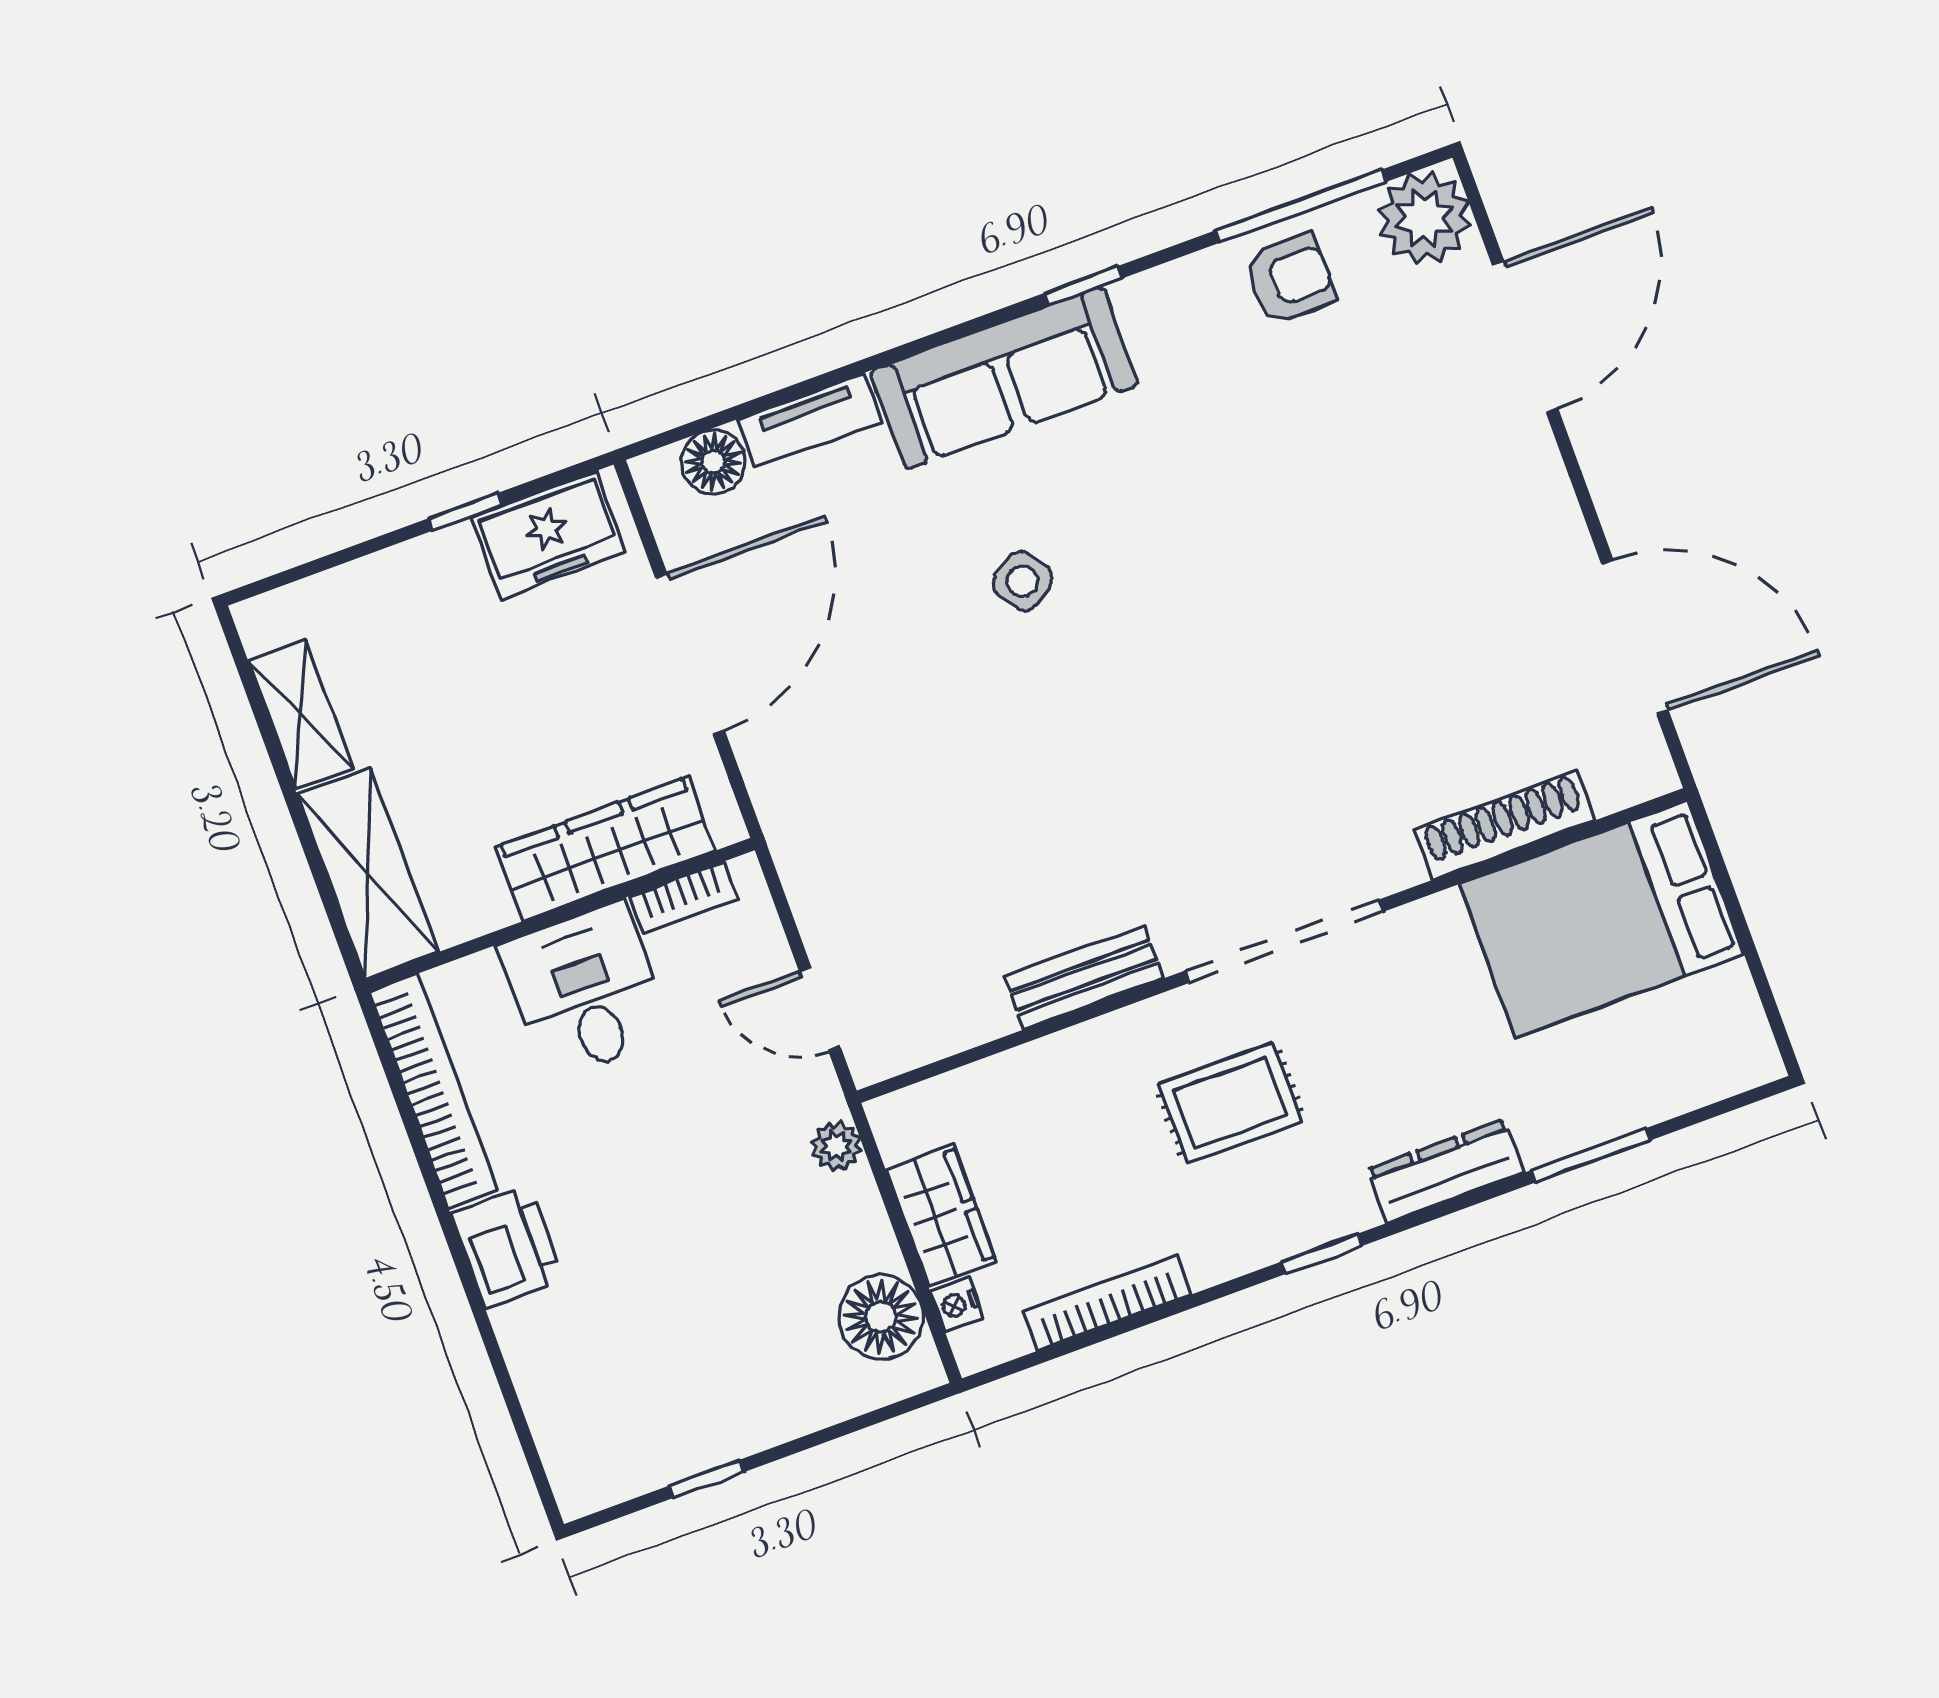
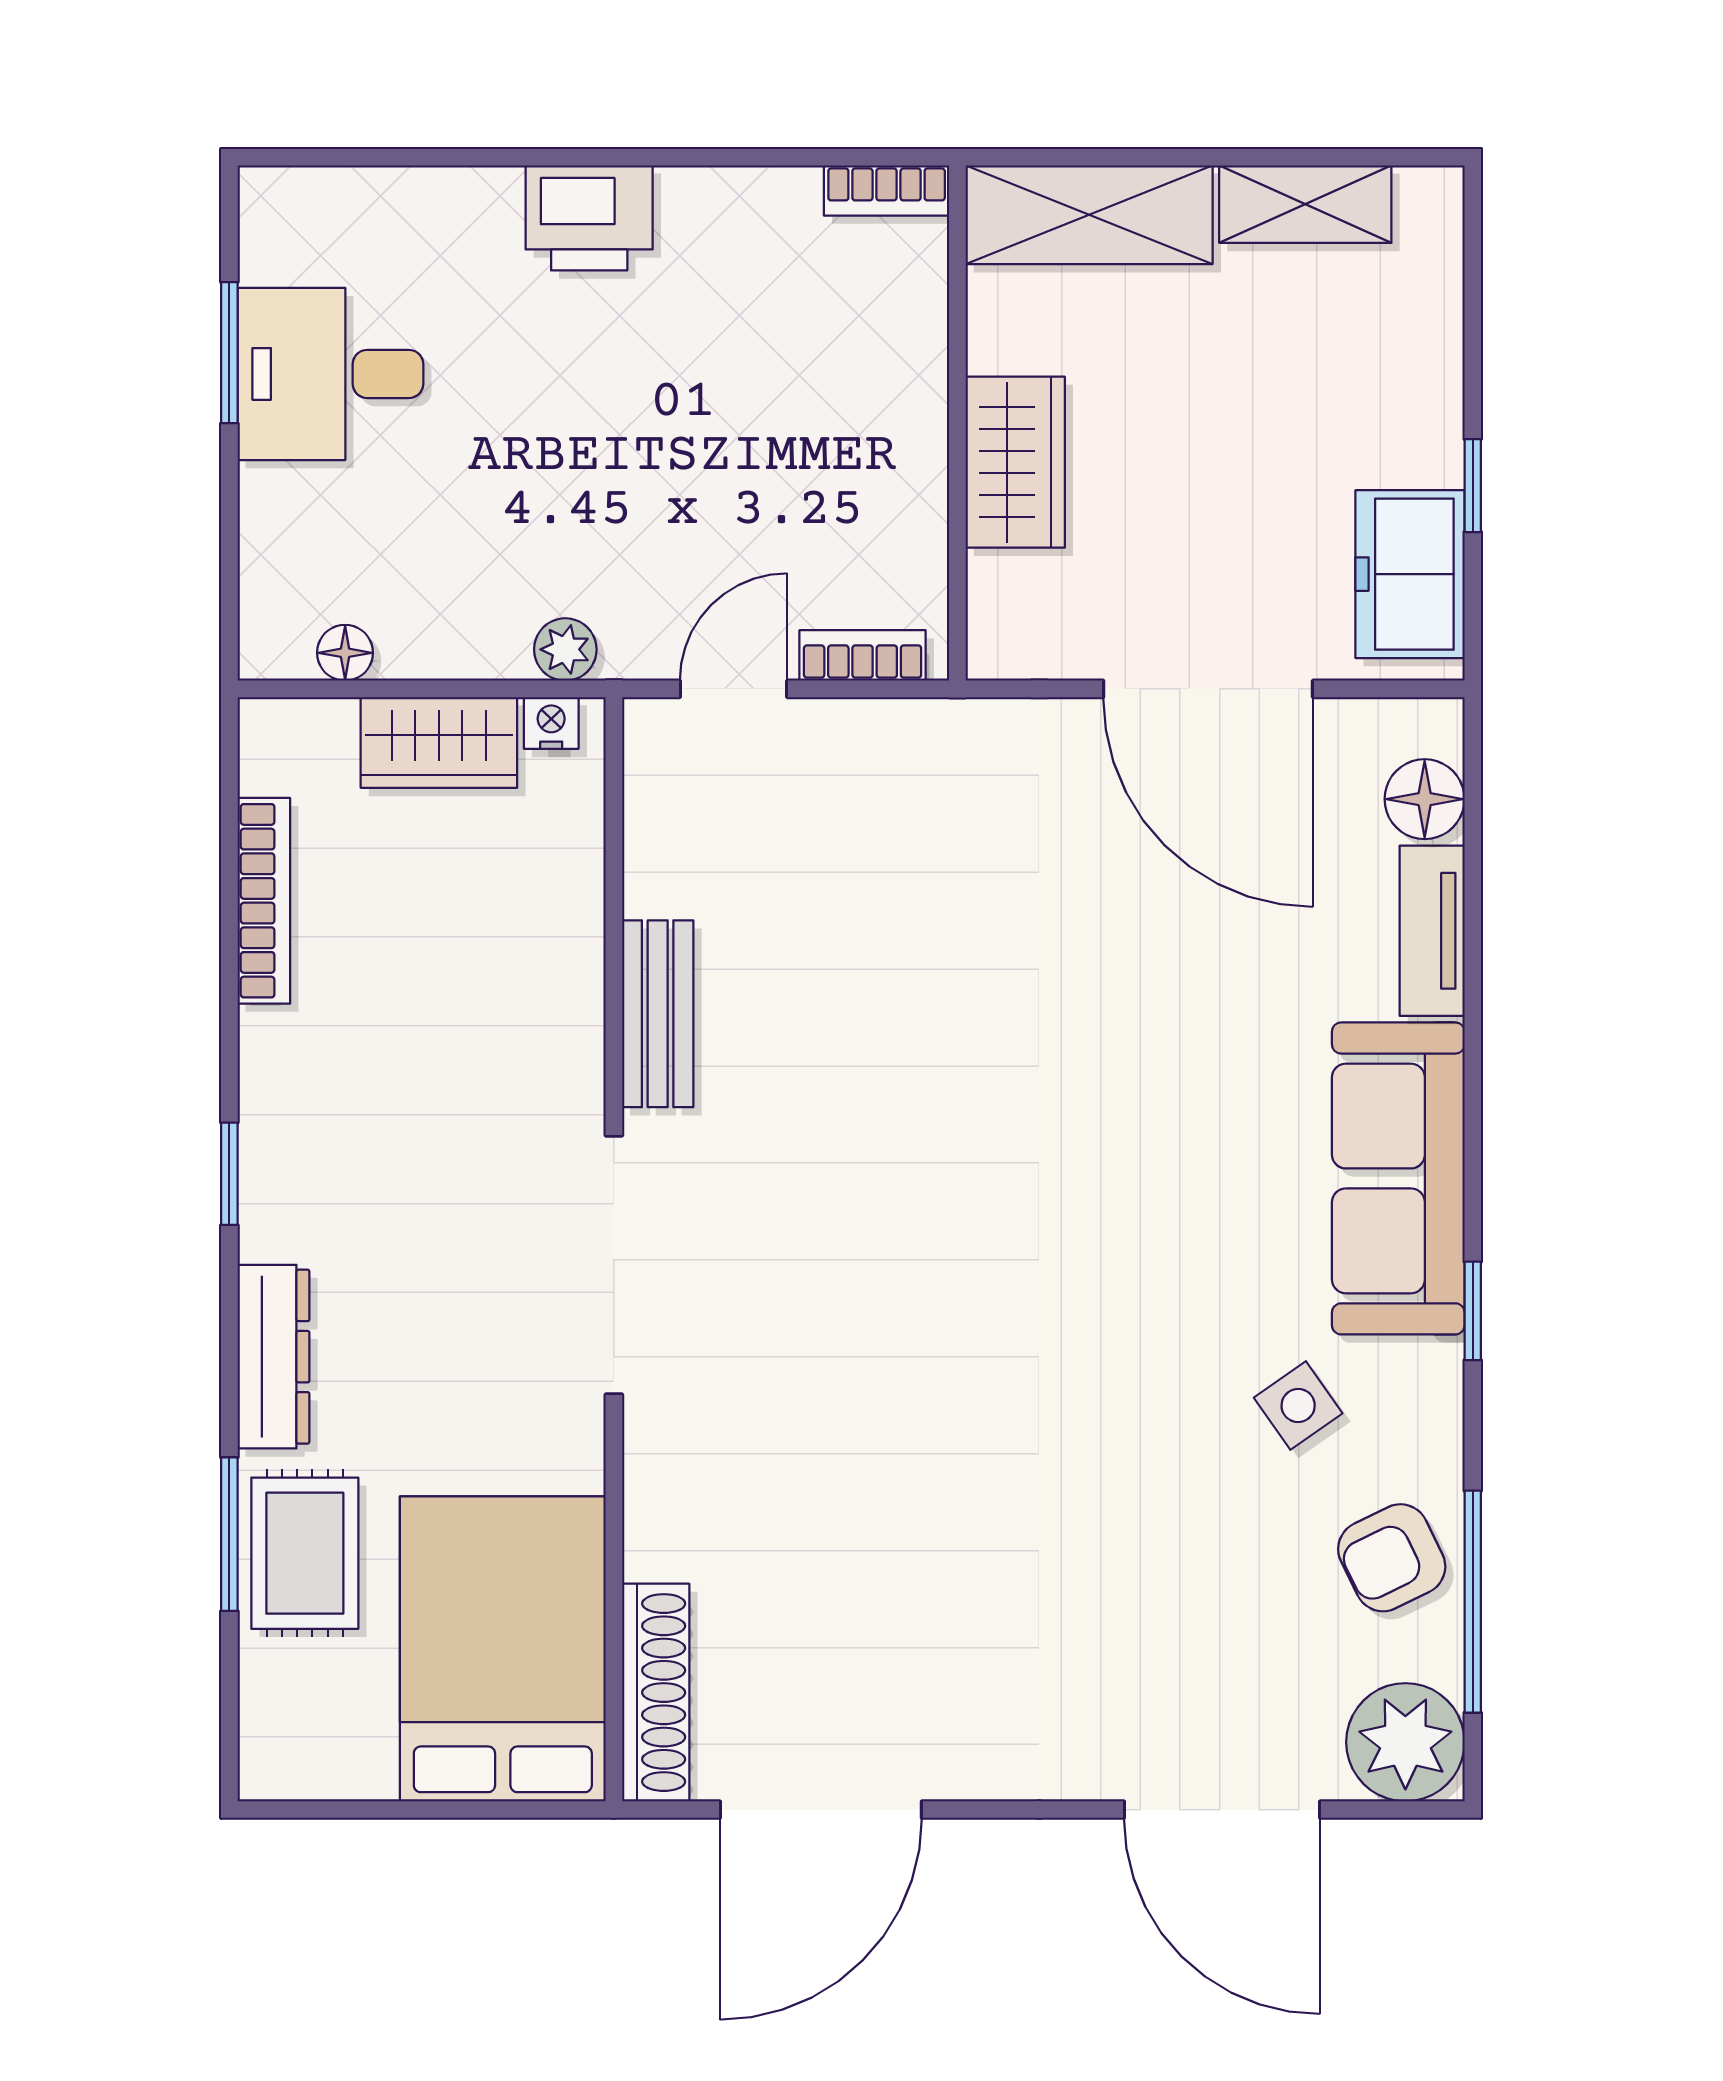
armchair: (1290, 279) -> (1392, 1558), turned 65
side table: (1023, 581) -> (1298, 1405), moved
shoe rack: (1505, 825) -> (656, 1693), moved
wardrobe: (605, 849) -> (1015, 462), width x0.67
bookcase: (684, 898) -> (863, 655), moved, turned 90
desk: (585, 991) -> (330, 374), moved, turned 180
bookcase: (433, 1091) -> (887, 190), width x0.43, depth x0.76
rug: (1230, 1103) -> (305, 1553), moved
nightstand: (957, 1305) -> (551, 723), moved
floor lamp: (881, 1317) -> (345, 653), width x0.53, depth x0.53
window: (706, 1479) -> (229, 353), width x1.50

